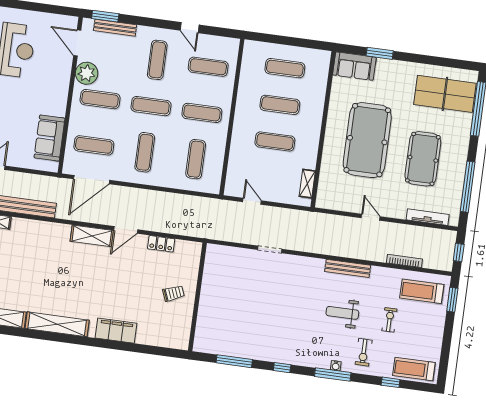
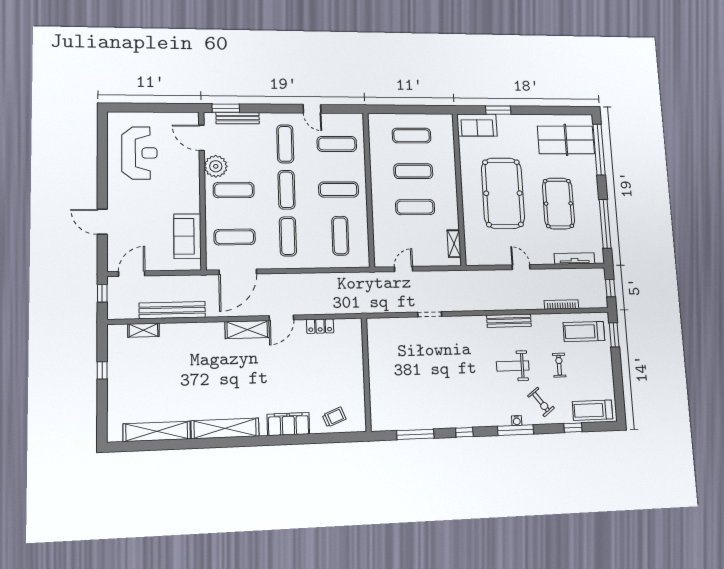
exercise mat: (151, 106) -> (287, 190), turned 90
door: (252, 201) -> (404, 269), hinge flipped
trolley: (173, 293) -> (334, 417), moved
exercise bike: (364, 352) -> (541, 402), turned -37

